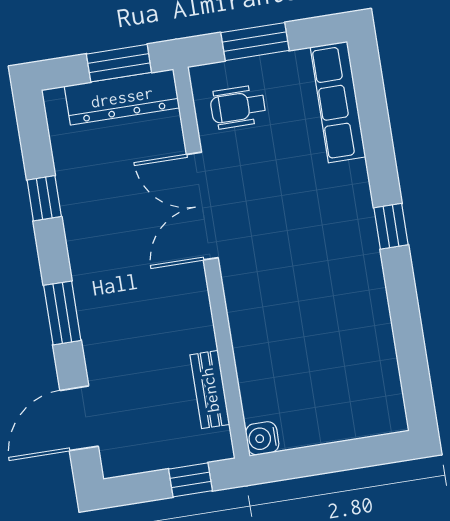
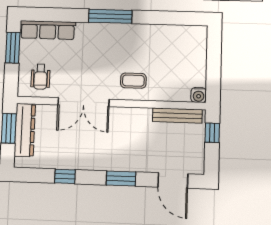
window: (255, 42) -> (13, 48), moved
window: (391, 226) -> (110, 16), width x2.17
coffee table: (266, 300) -> (133, 81), added
bench: (210, 390) -> (177, 116), width x1.36

